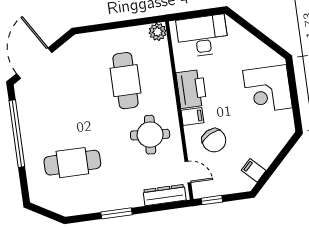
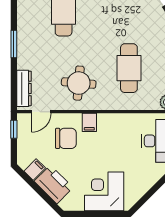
cafe table: (125, 81) -> (129, 68), turned 90
printer: (191, 89) -> (54, 184), moved, turned -135
chair: (214, 140) -> (66, 138), turned -152

